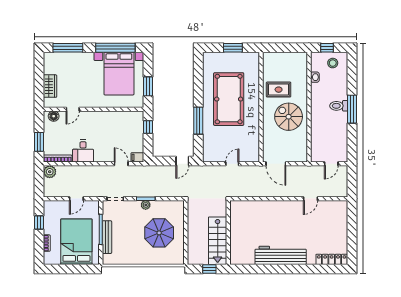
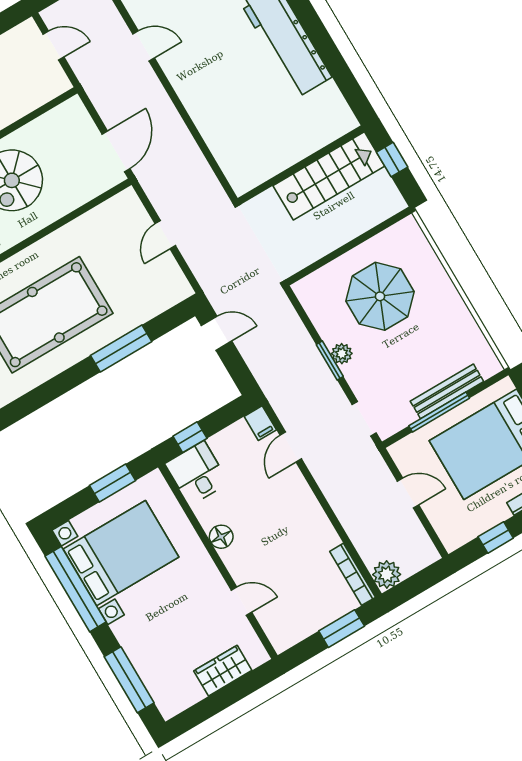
floor lamp: (54, 116) -> (221, 537), moved
desk: (83, 151) -> (197, 473), moved, turned -90
door: (232, 164) -> (165, 235), hinge flipped

